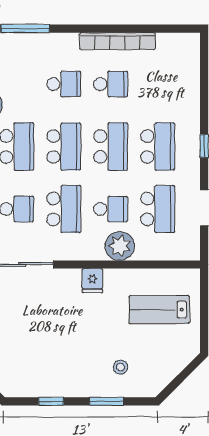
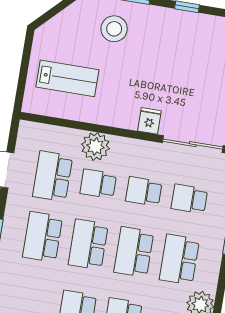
school desk: (64, 209) -> (144, 191), width x0.54
fridge: (92, 281) -> (149, 121), moved
stool: (121, 367) -> (114, 29), width x1.89, depth x1.89

